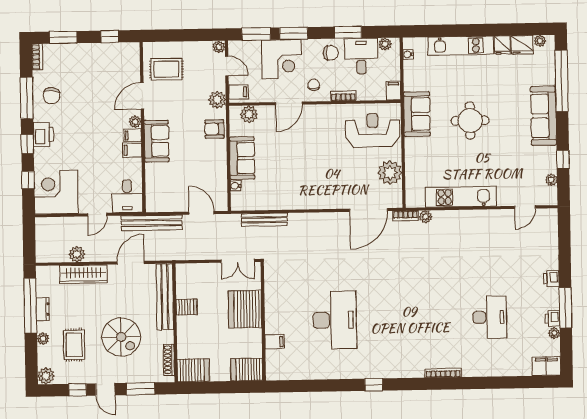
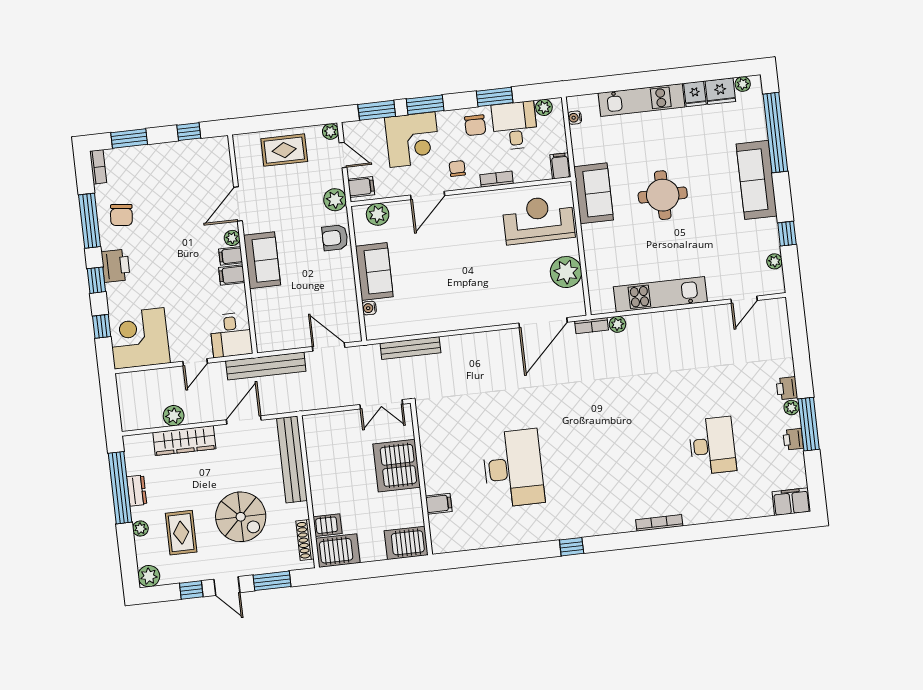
chair: (331, 53) -> (475, 125), turned 90
rug: (166, 69) -> (284, 150), moved
server rack: (187, 307) -> (328, 525), moved
plant: (554, 333) -> (791, 408), moved

